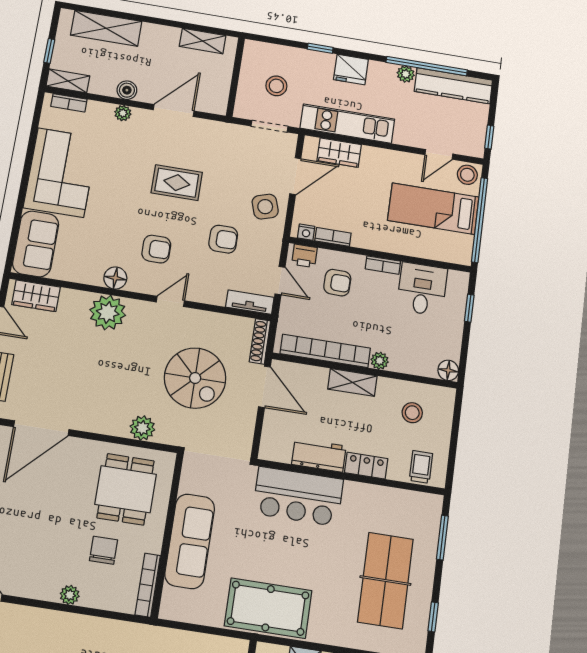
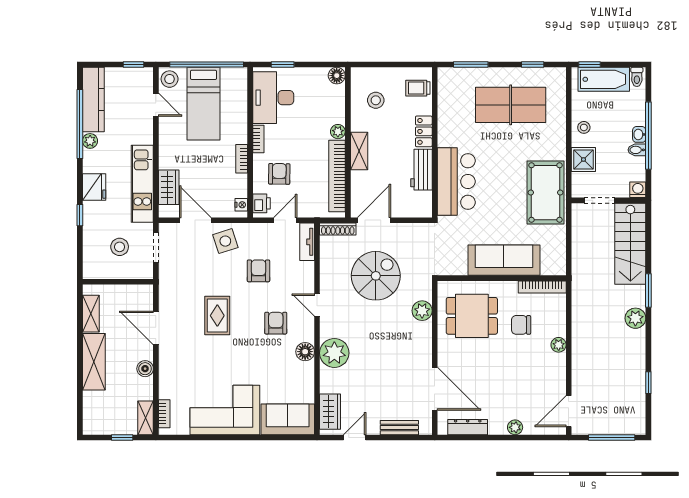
shelving: (106, 28) -> (94, 362), moved
plant: (123, 113) -> (165, 369), removed
bookcase: (333, 237) -> (242, 159), moved
desk: (422, 289) -> (273, 98), width x1.37

